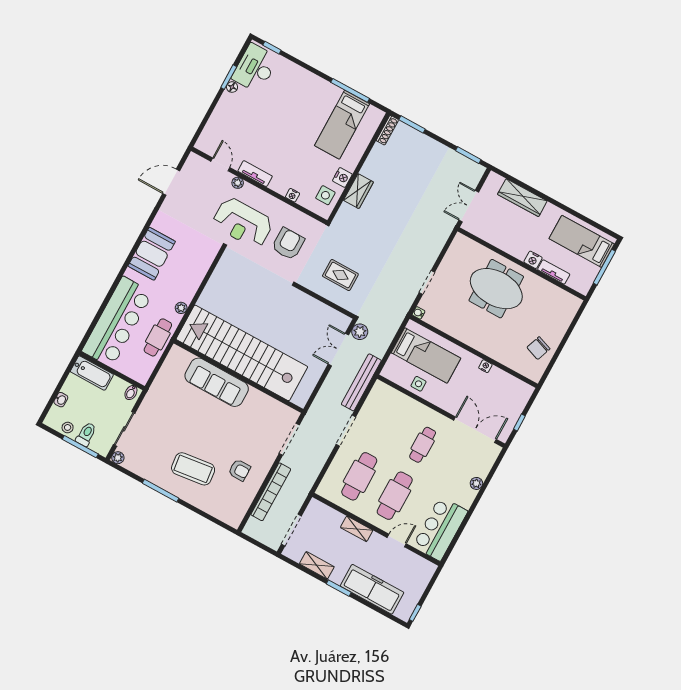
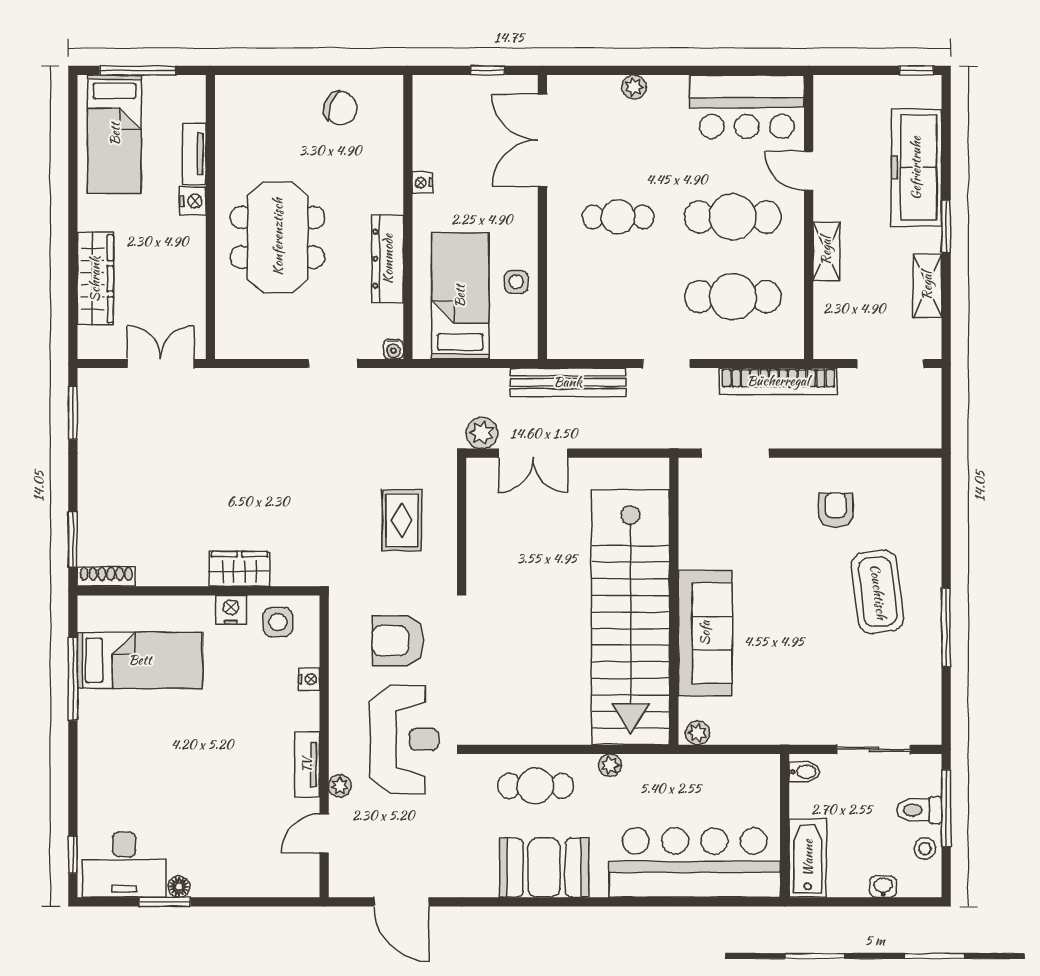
double door: (469, 206) -> (161, 363), swing flipped
dresser: (460, 332) -> (388, 259), added
cafe table: (158, 337) -> (536, 786), moved
doorway: (346, 431) -> (666, 363), width x0.73
plant: (118, 458) -> (697, 733), moved
bookcase: (271, 492) -> (778, 381), moved, turned 180

